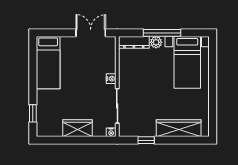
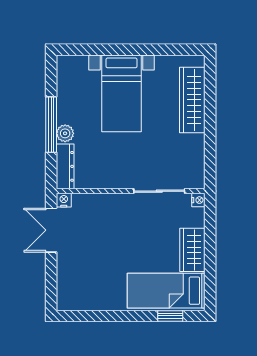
bed with nightstands: (187, 62) -> (122, 93), moved, turned 90
bed: (48, 63) -> (166, 291), moved, turned 180
nightstand: (111, 79) -> (64, 200), moved
window: (146, 140) -> (210, 148), removed

